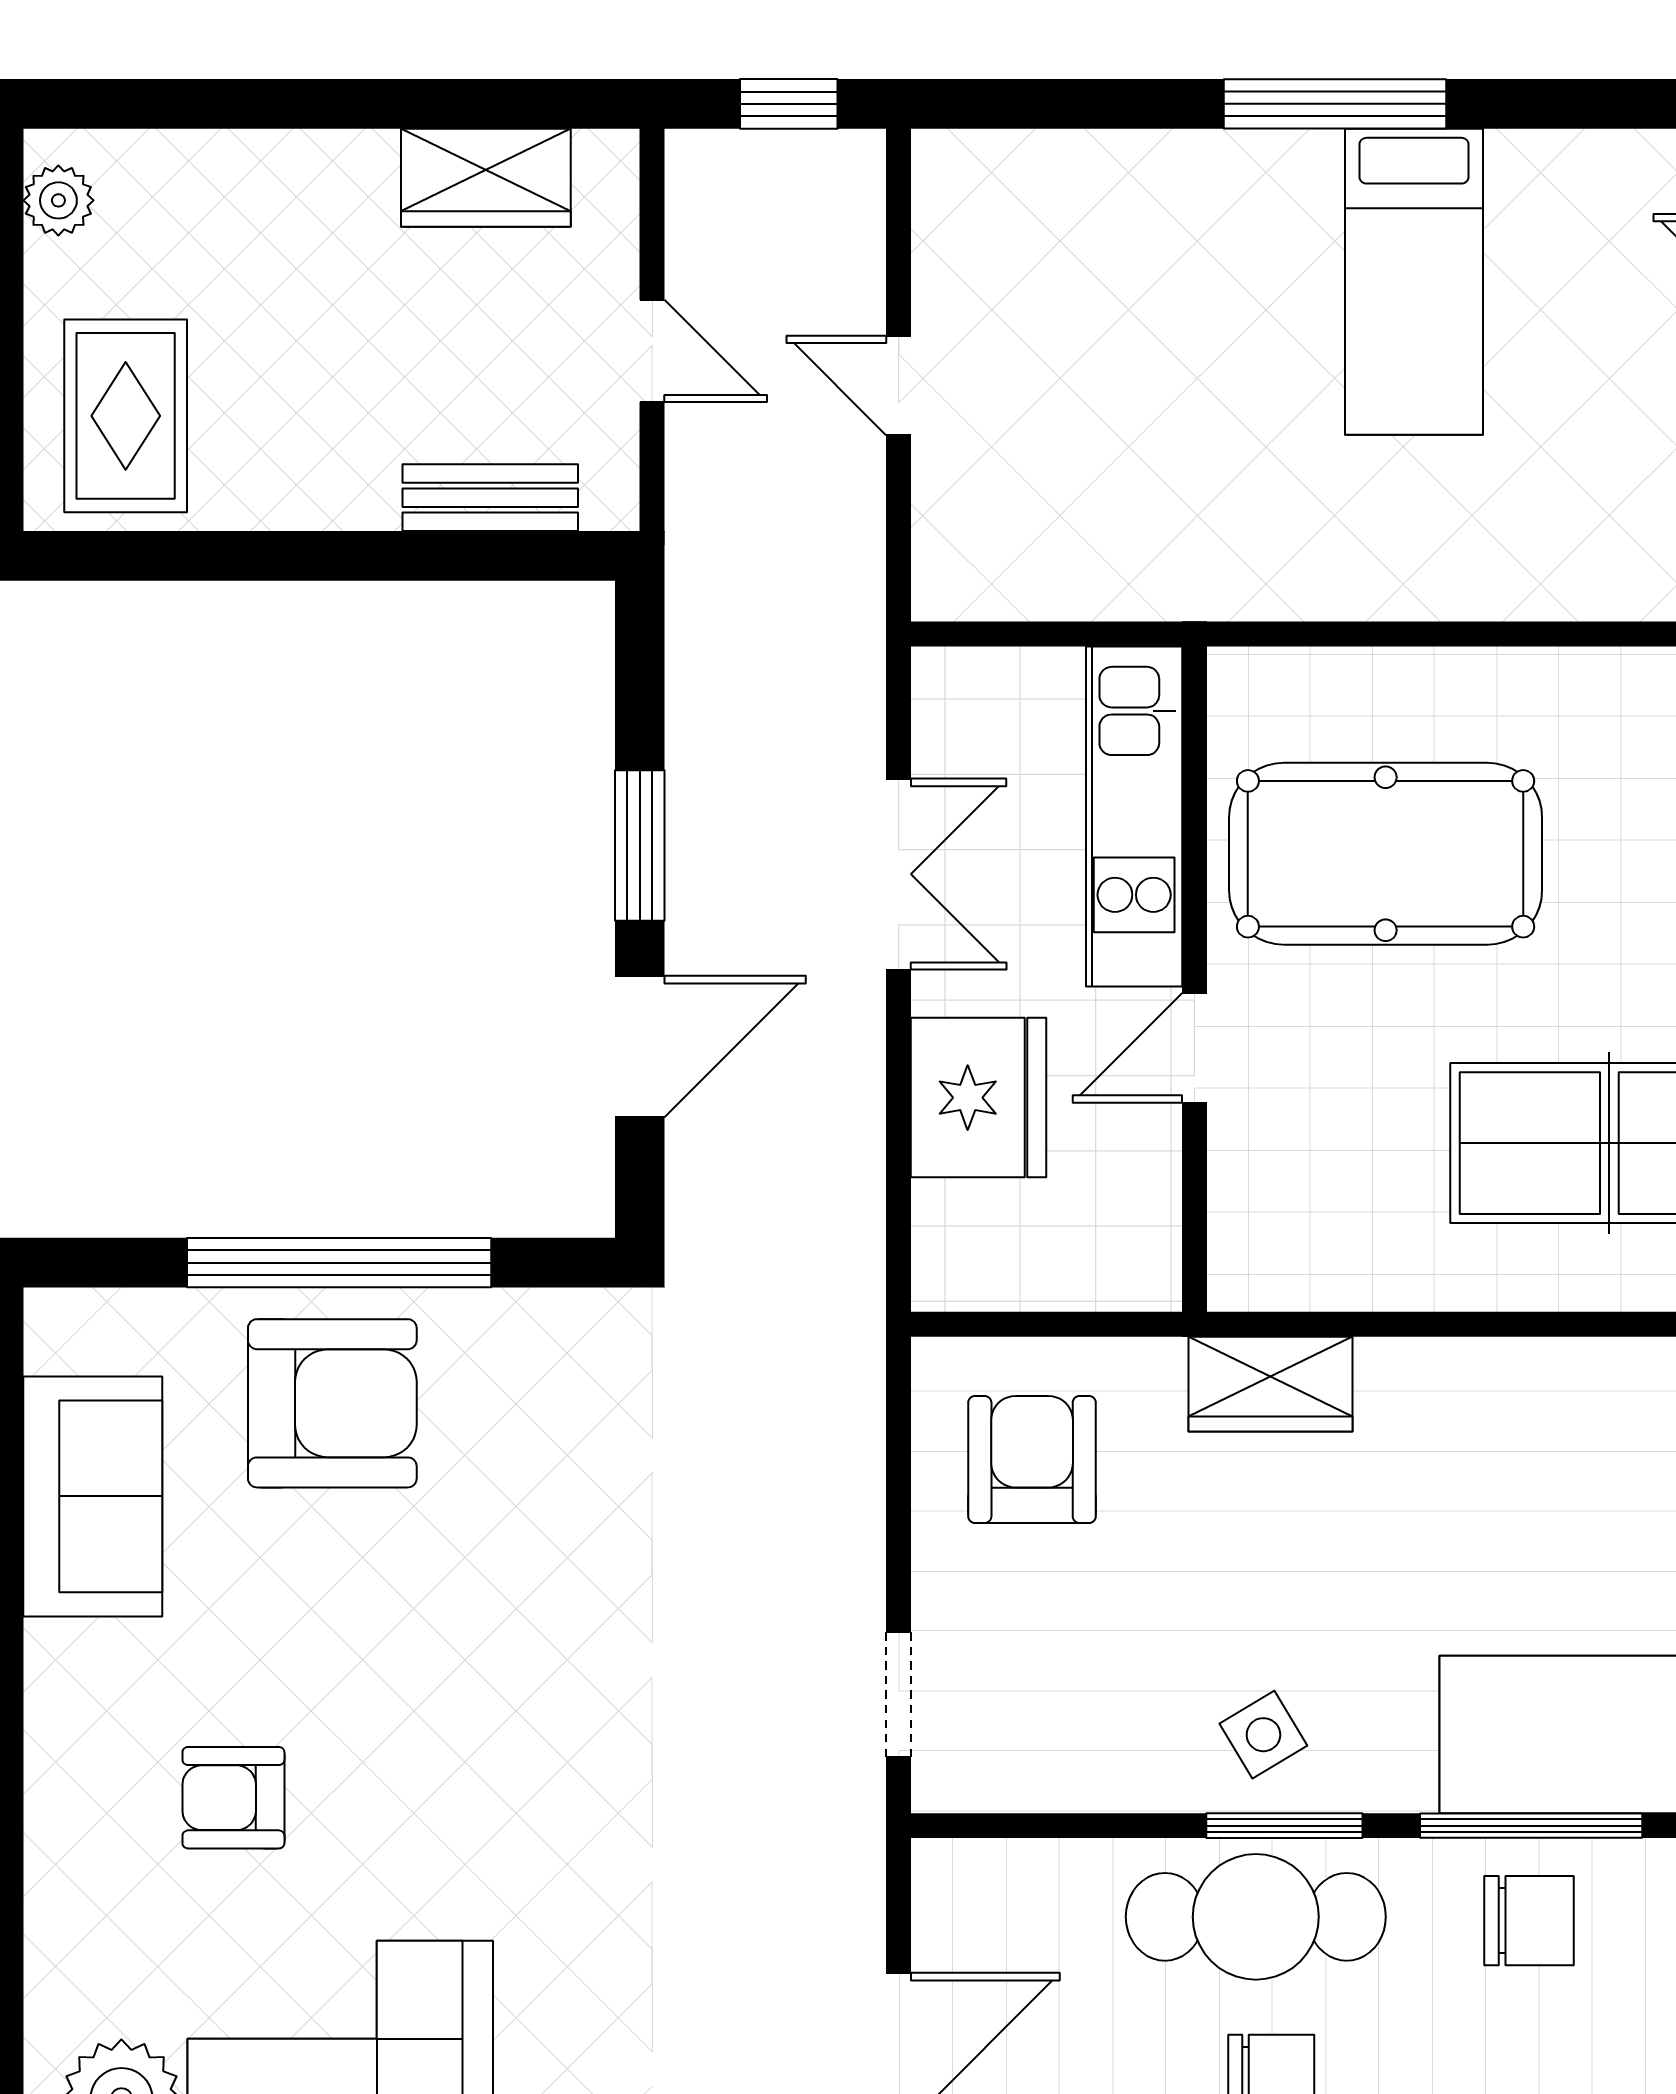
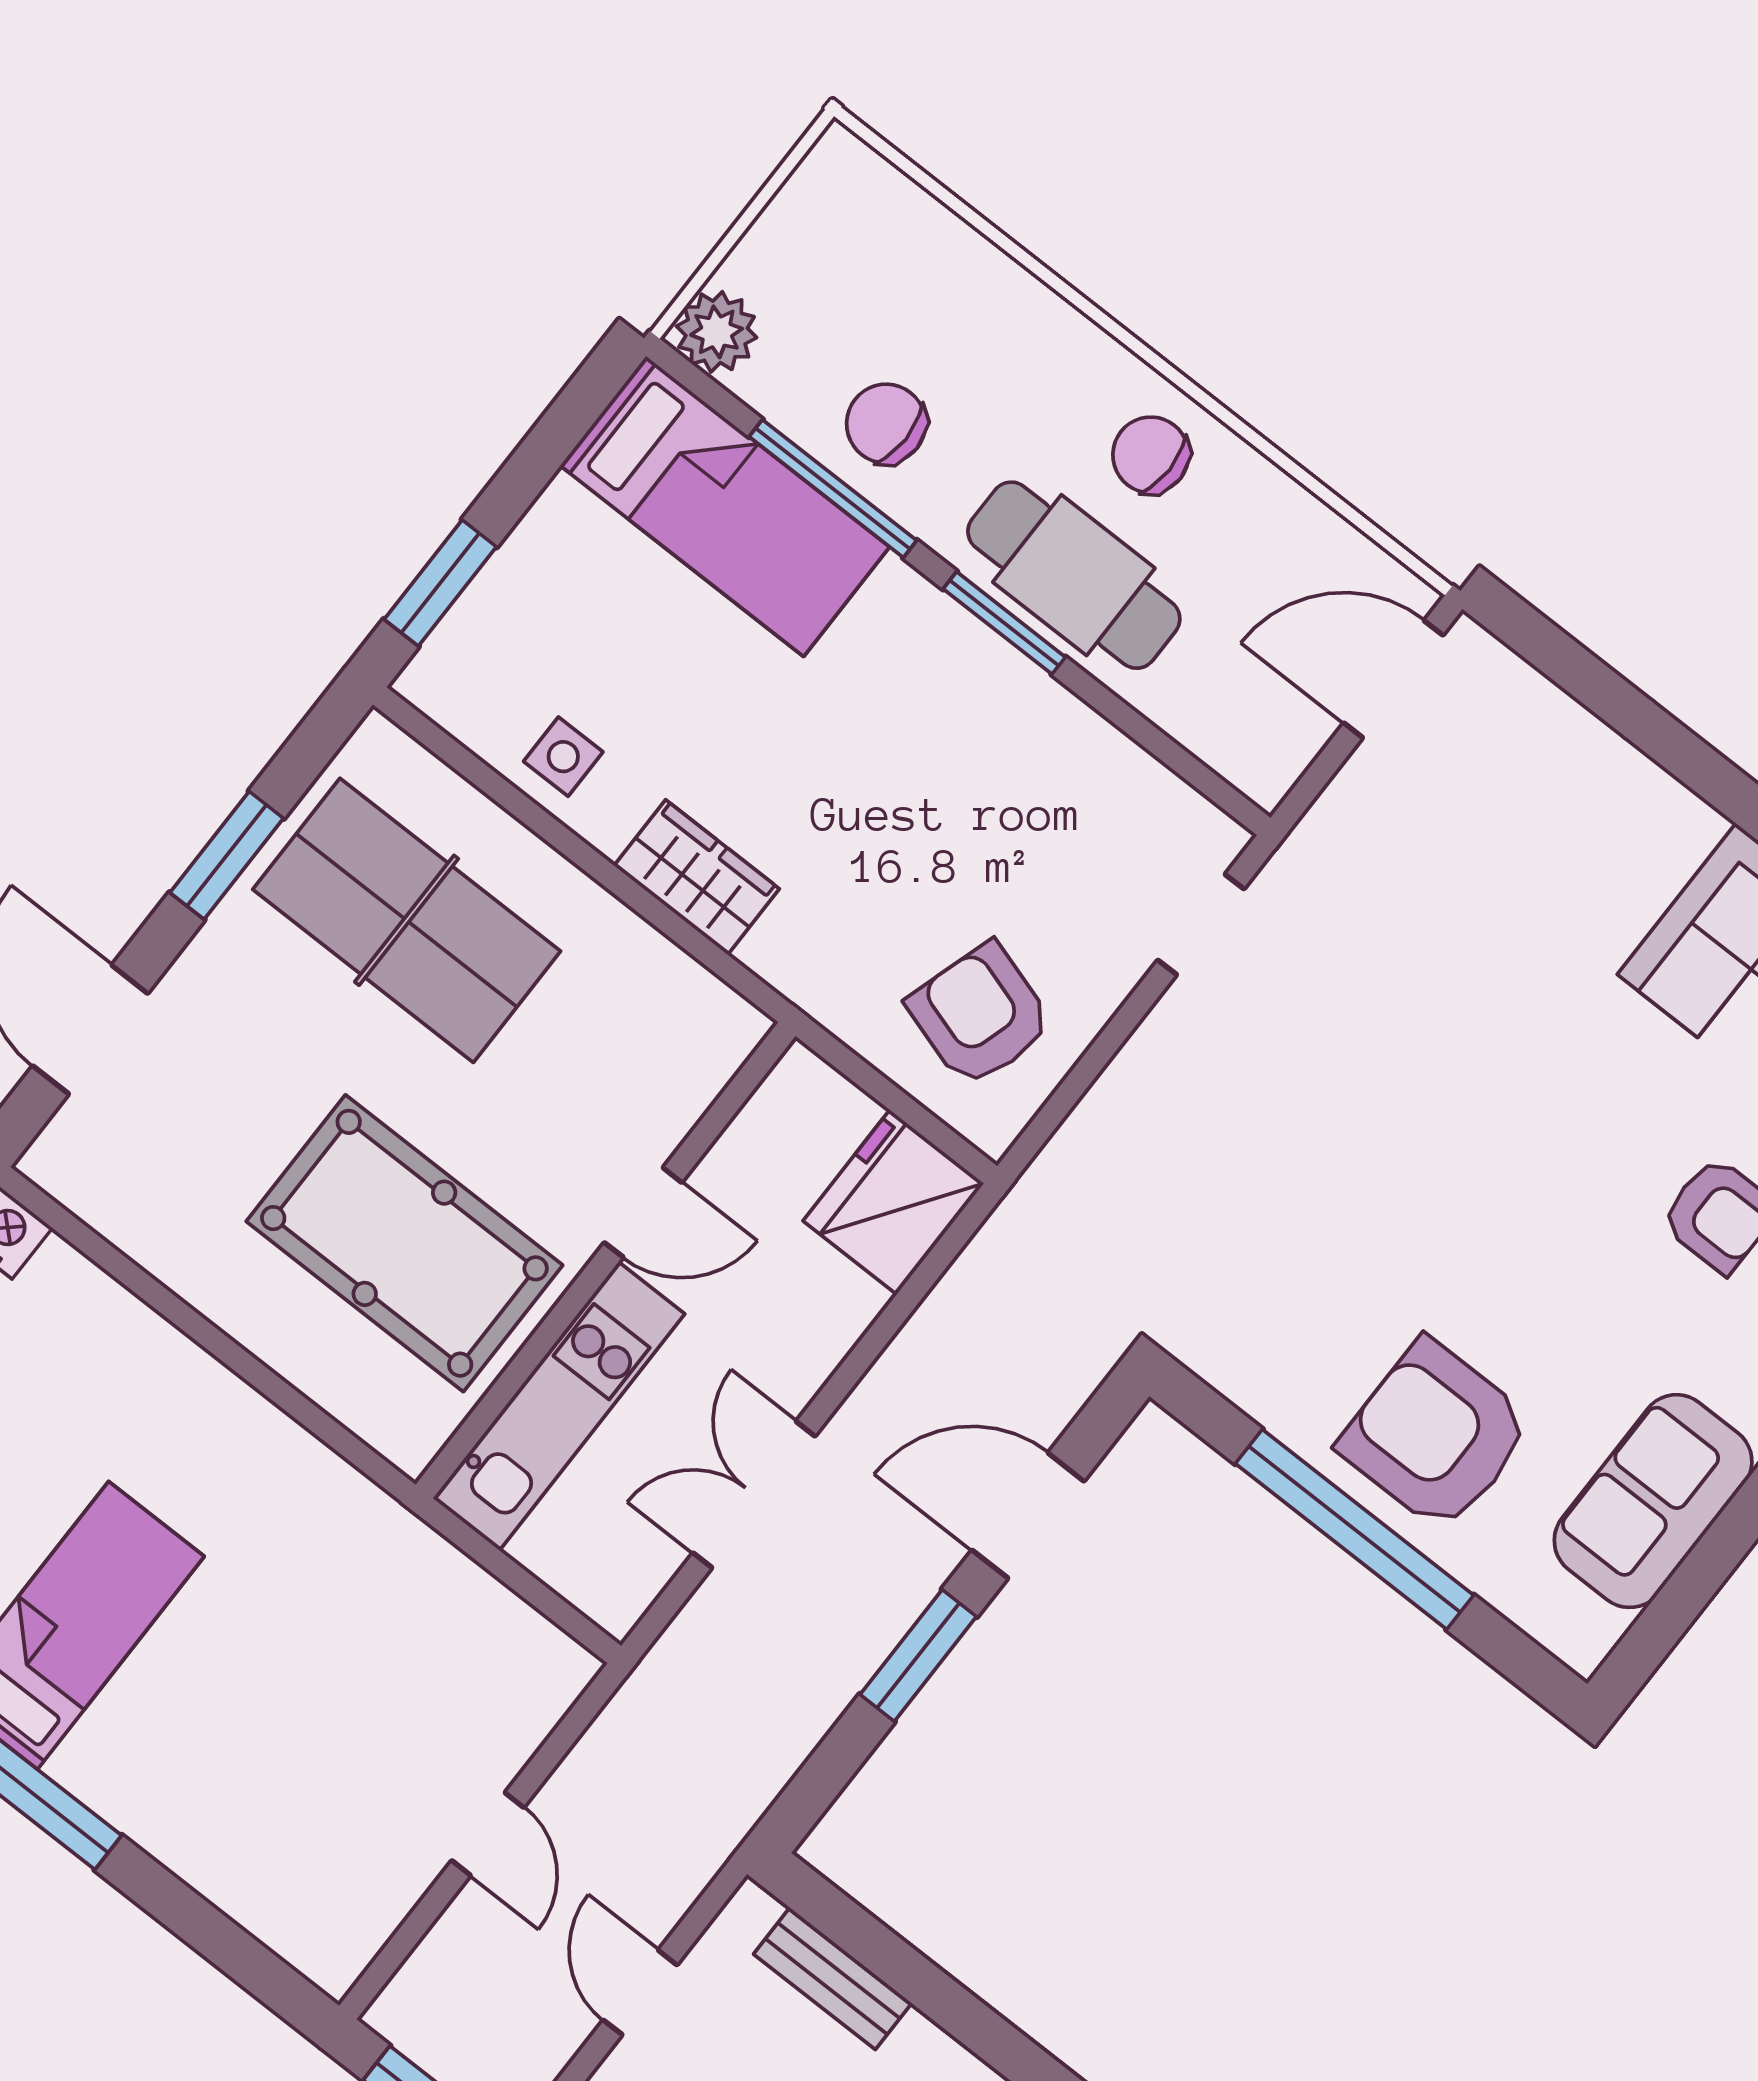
fridge: (979, 1098) -> (893, 1202), moved
wardrobe: (1270, 1384) -> (697, 877), moved
armchair: (1032, 1460) -> (980, 1015), turned 107
side table: (1263, 1735) -> (563, 757), moved, turned 31

